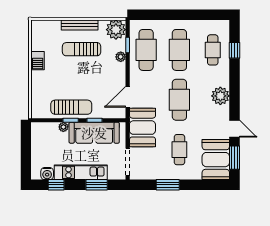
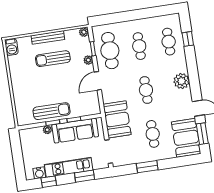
plant: (116, 30) -> (84, 32), width x0.53, depth x0.53
cafe table: (179, 50) -> (139, 46), width x0.73, depth x0.74
barbecue: (38, 61) -> (11, 47), moved
door: (128, 97) -> (98, 81), moved
cafe table: (179, 100) -> (146, 90), width x0.73, depth x0.74

